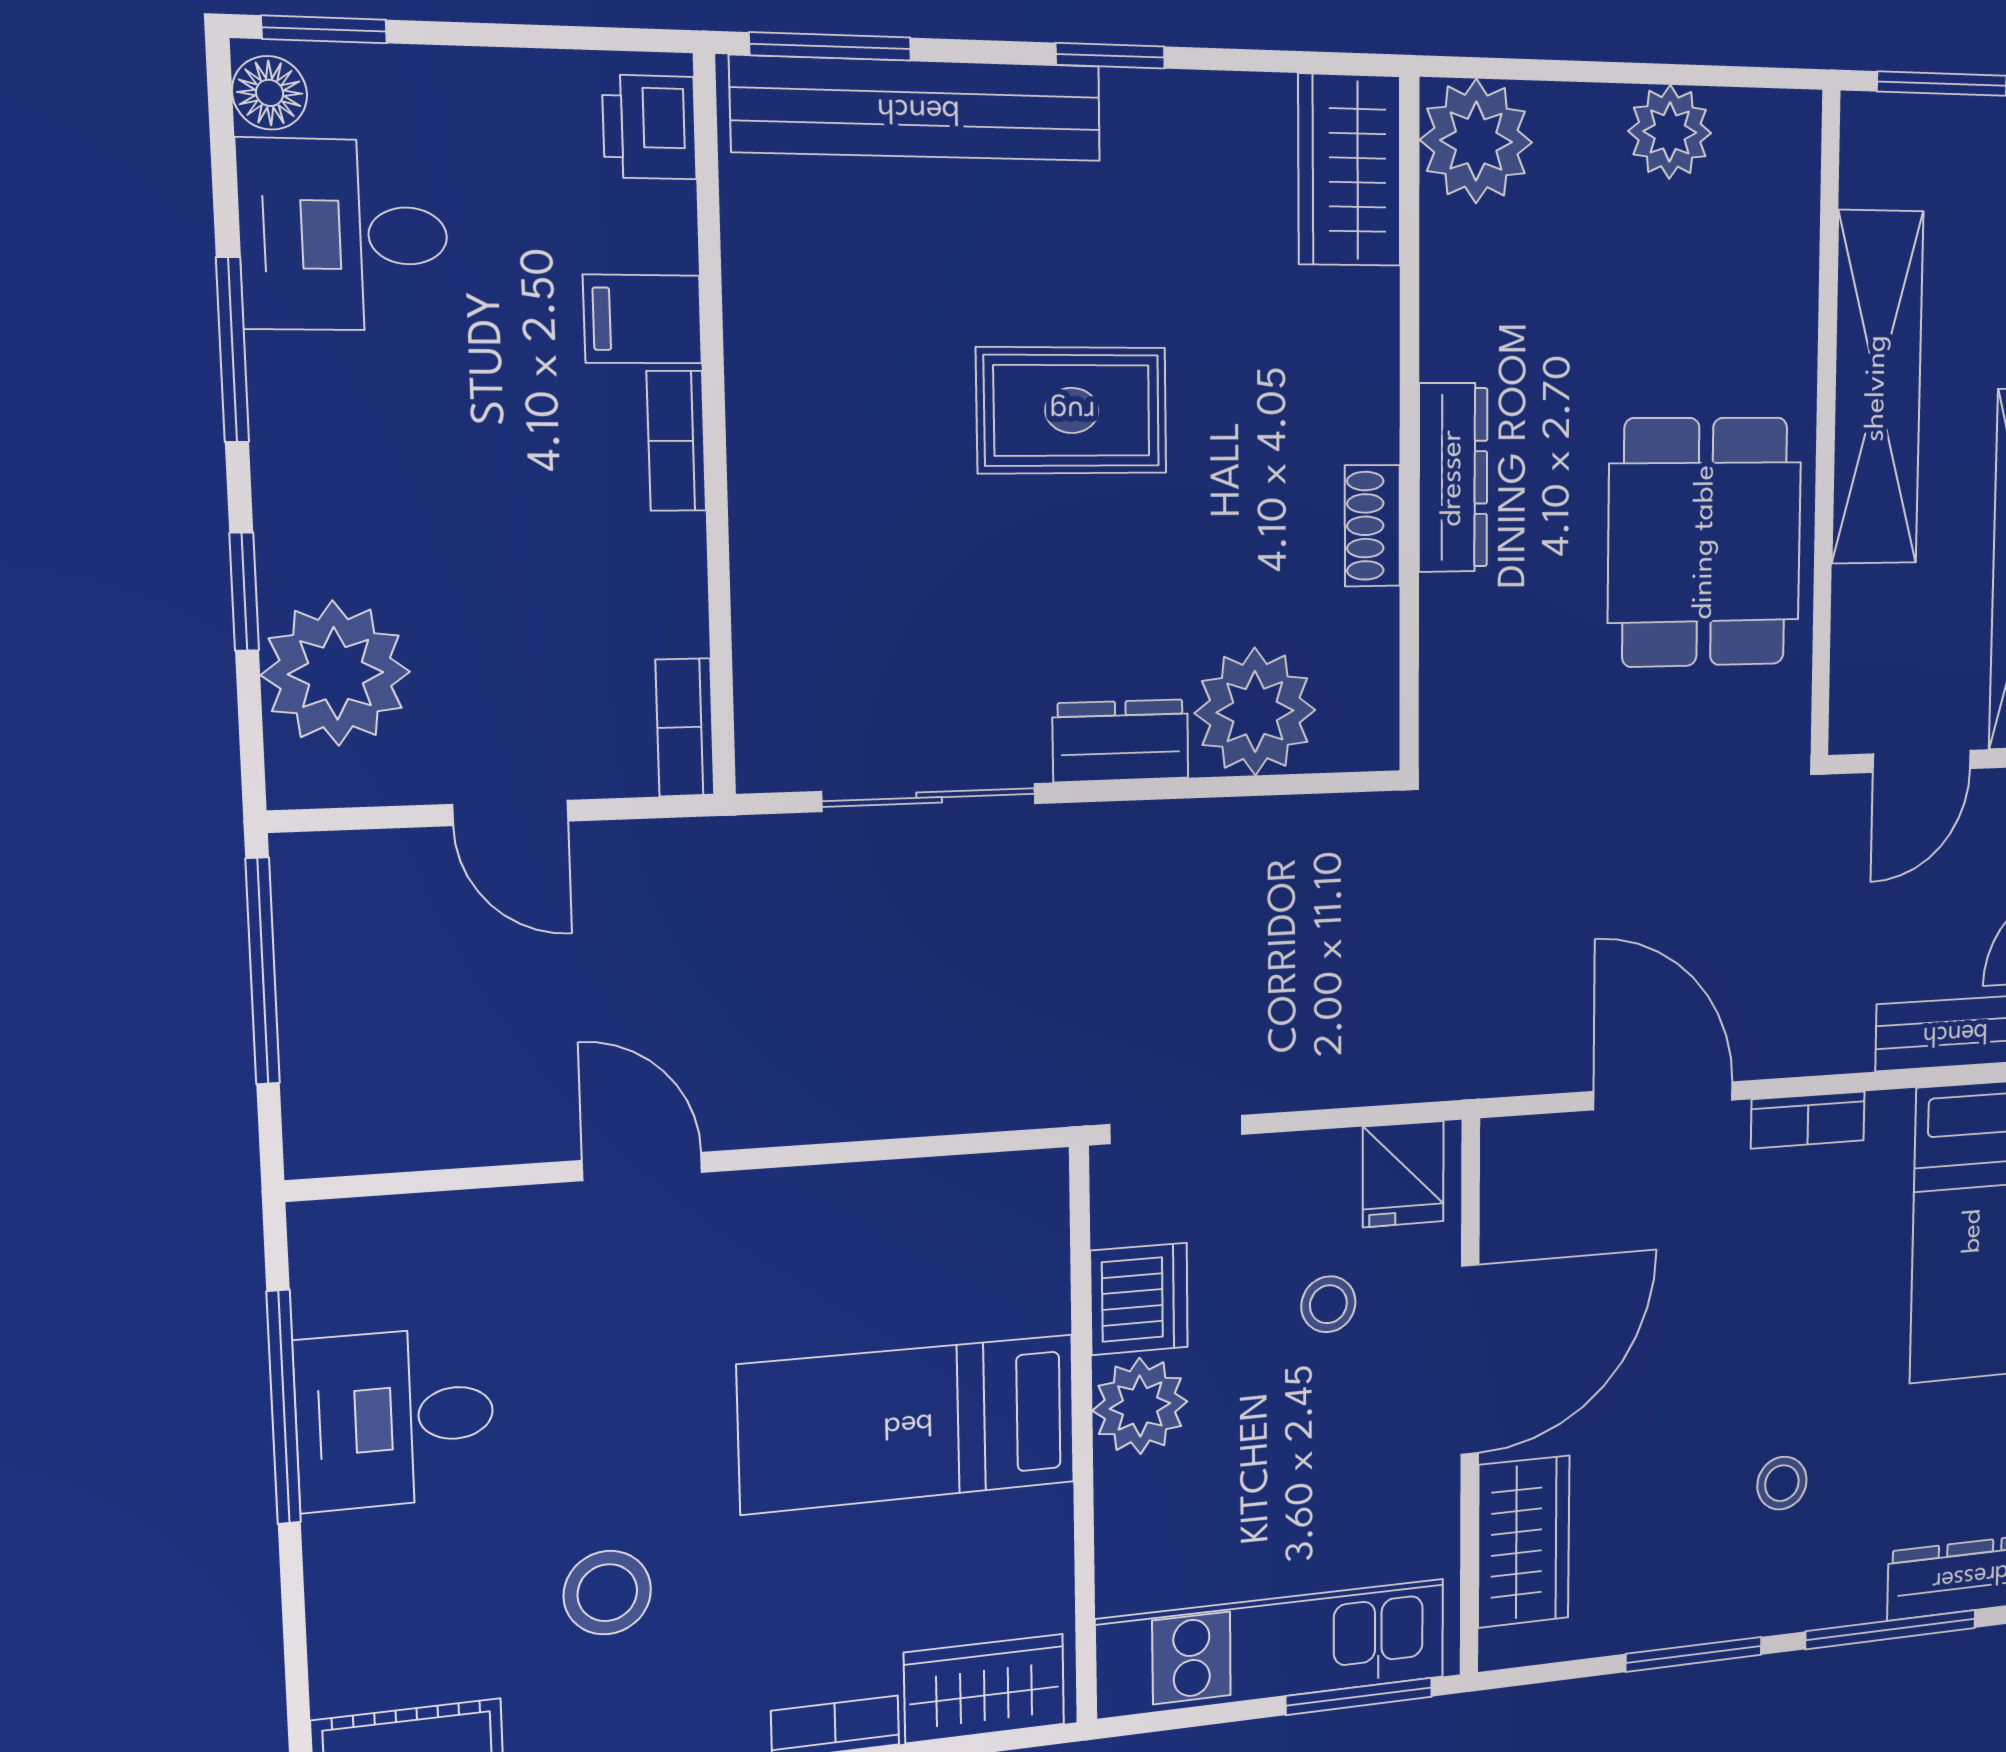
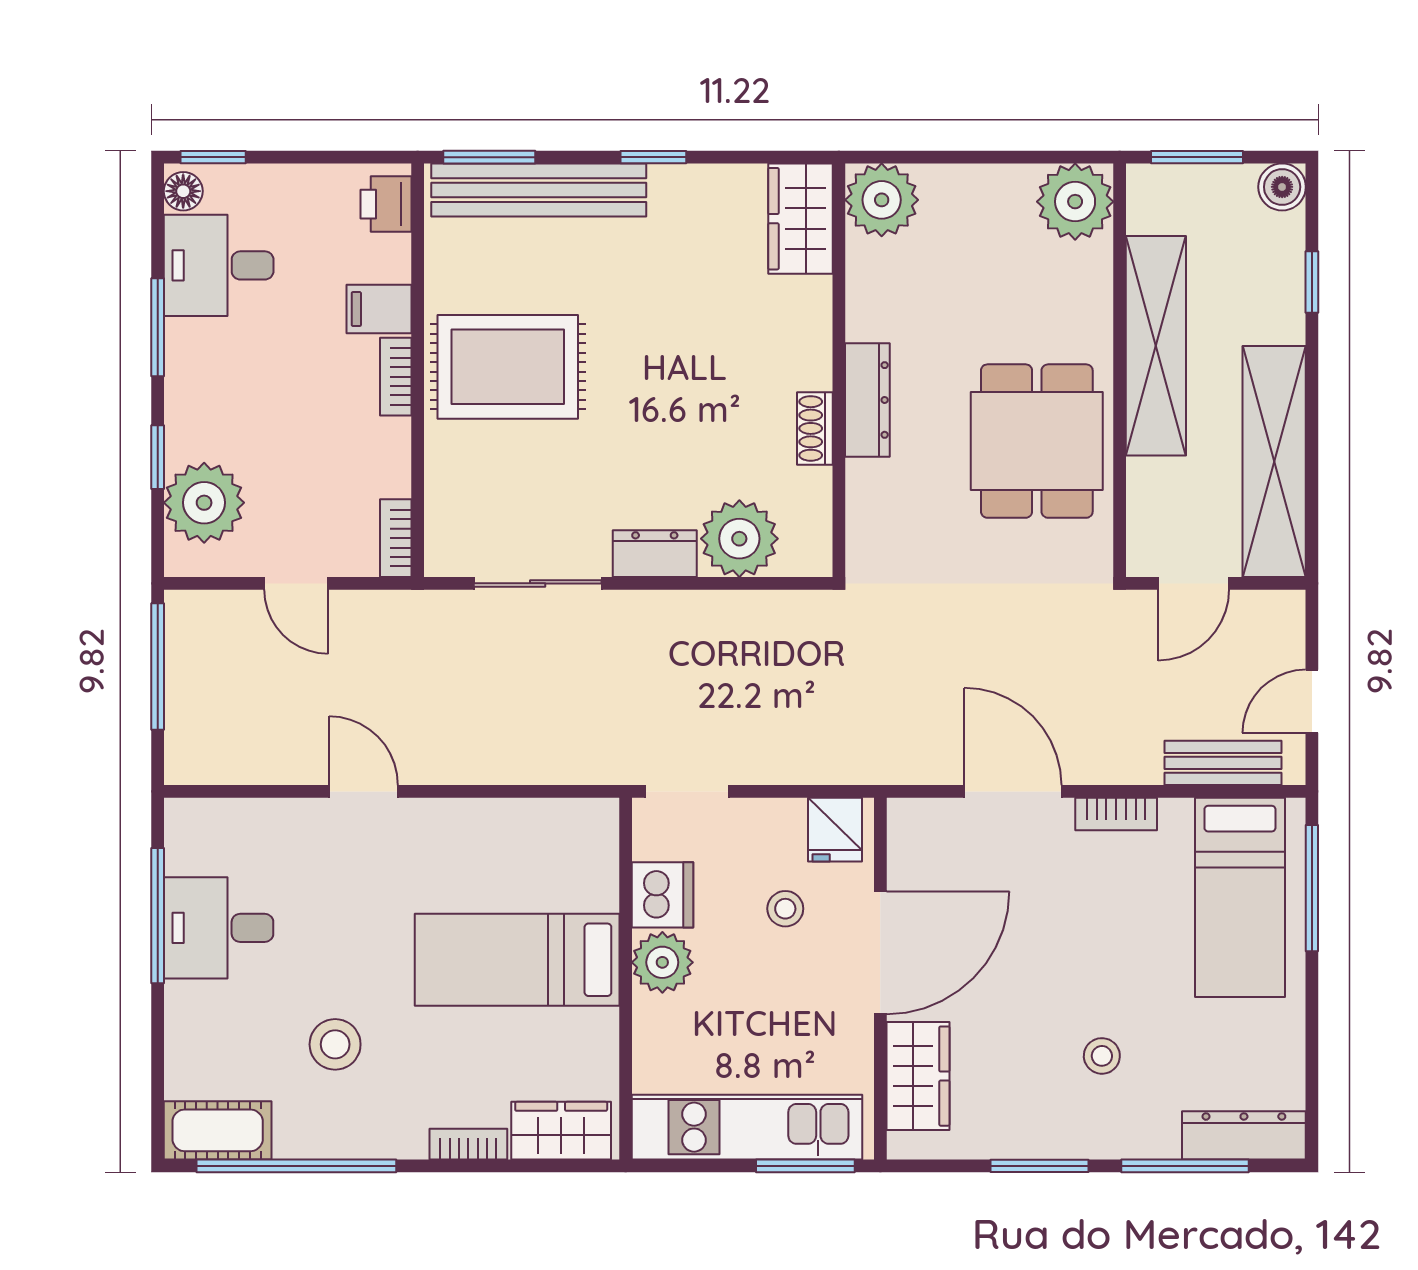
plant: (1670, 132) -> (1075, 202), moved, width x1.36, depth x1.36
rug: (1072, 410) -> (508, 367), moved, width x1.36, depth x1.43

